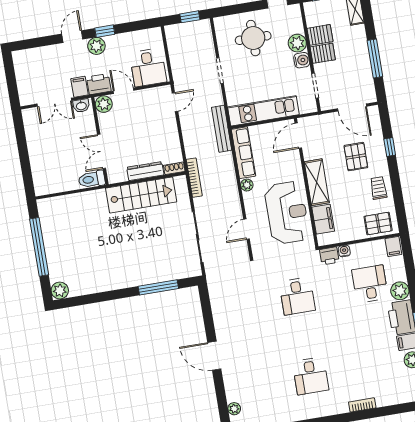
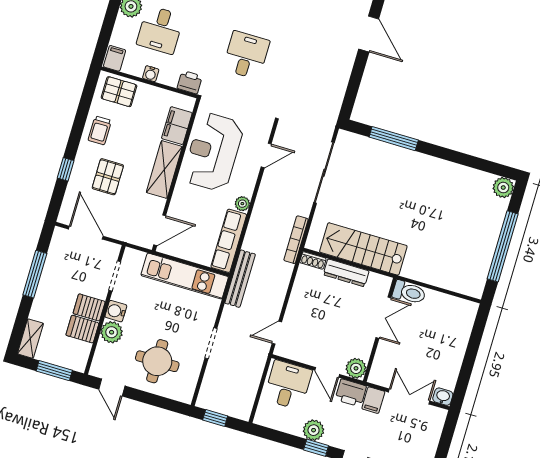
plant: (96, 46) -> (314, 430), moved
washbasin: (81, 106) -> (443, 397), moved
water cooler: (344, 251) -> (151, 74), moved

